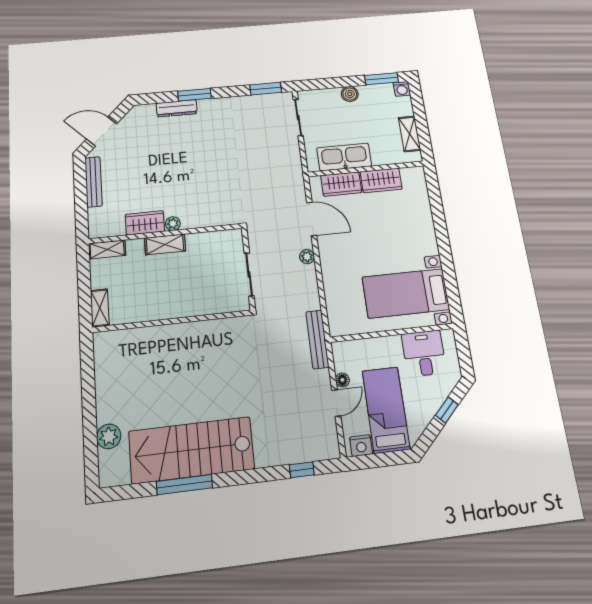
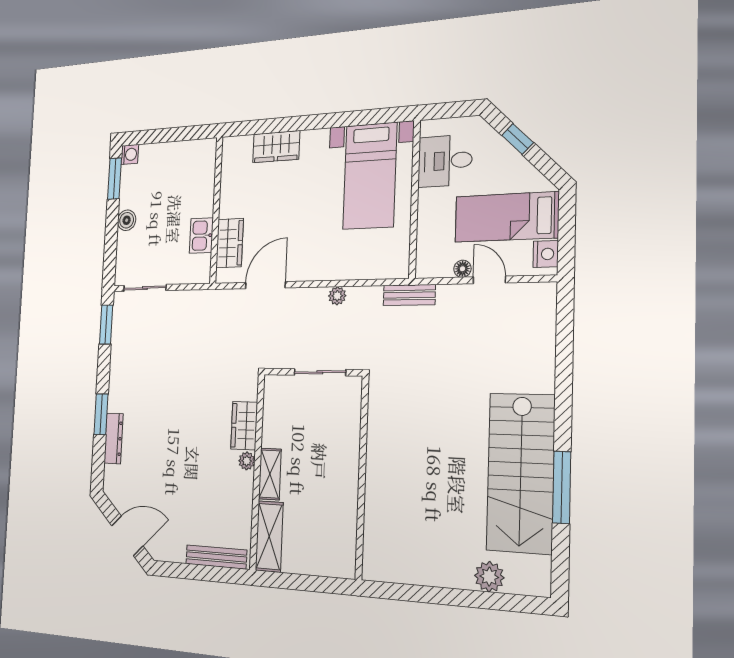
door: (102, 132) -> (127, 536), swing flipped
shelving: (409, 134) -> (183, 151), removed
kitchen sink: (344, 157) -> (201, 236), width x0.53, depth x0.81
wardrobe: (381, 180) -> (276, 147), moved, turned 90
bench: (93, 182) -> (216, 557), moved
wardrobe: (145, 223) -> (244, 426), moved
shelving: (107, 249) -> (269, 536), width x1.50, depth x1.33
plant: (307, 257) -> (337, 296), moved
shelving: (100, 308) -> (334, 567), removed
bench: (317, 339) -> (409, 295), width x0.73
window: (302, 470) -> (565, 334), removed

